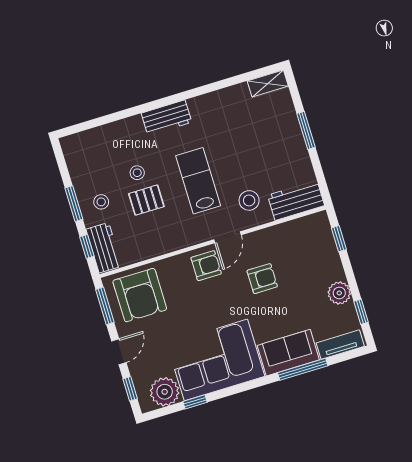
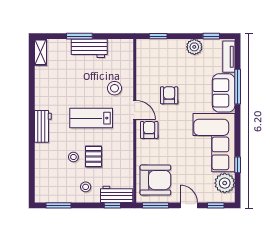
workbench: (296, 200) -> (89, 48), moved, turned -90
window: (74, 204) -> (58, 205), moved

